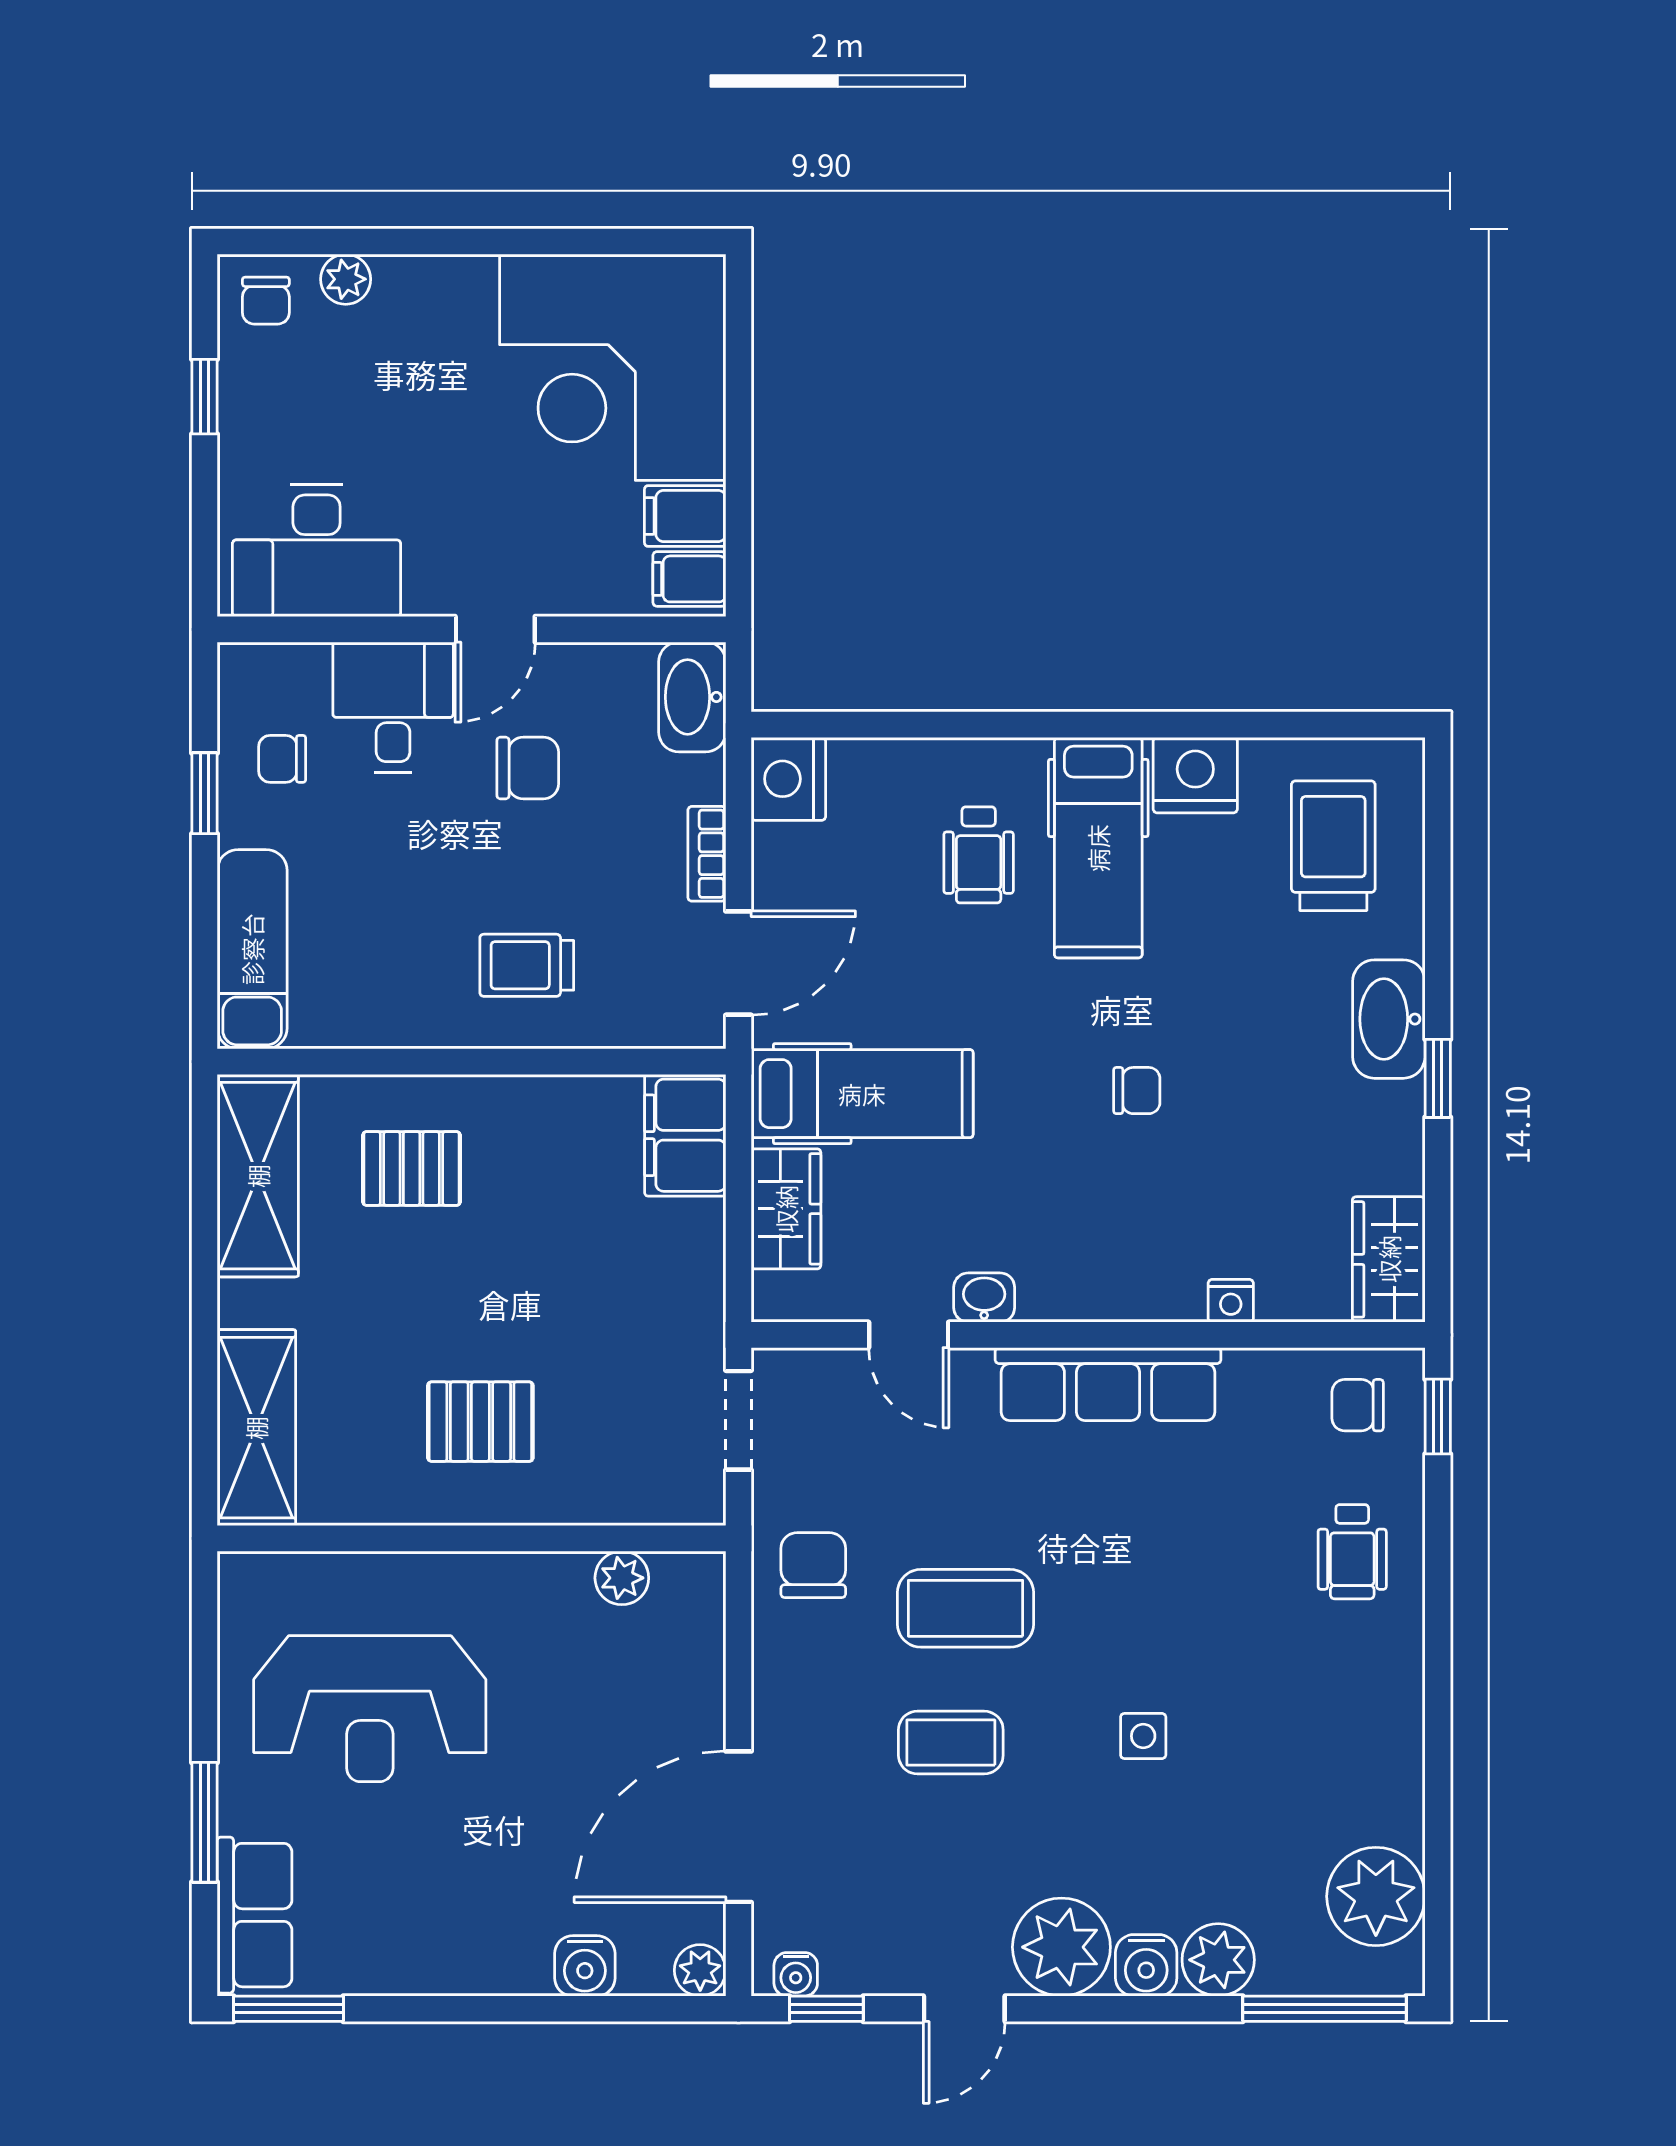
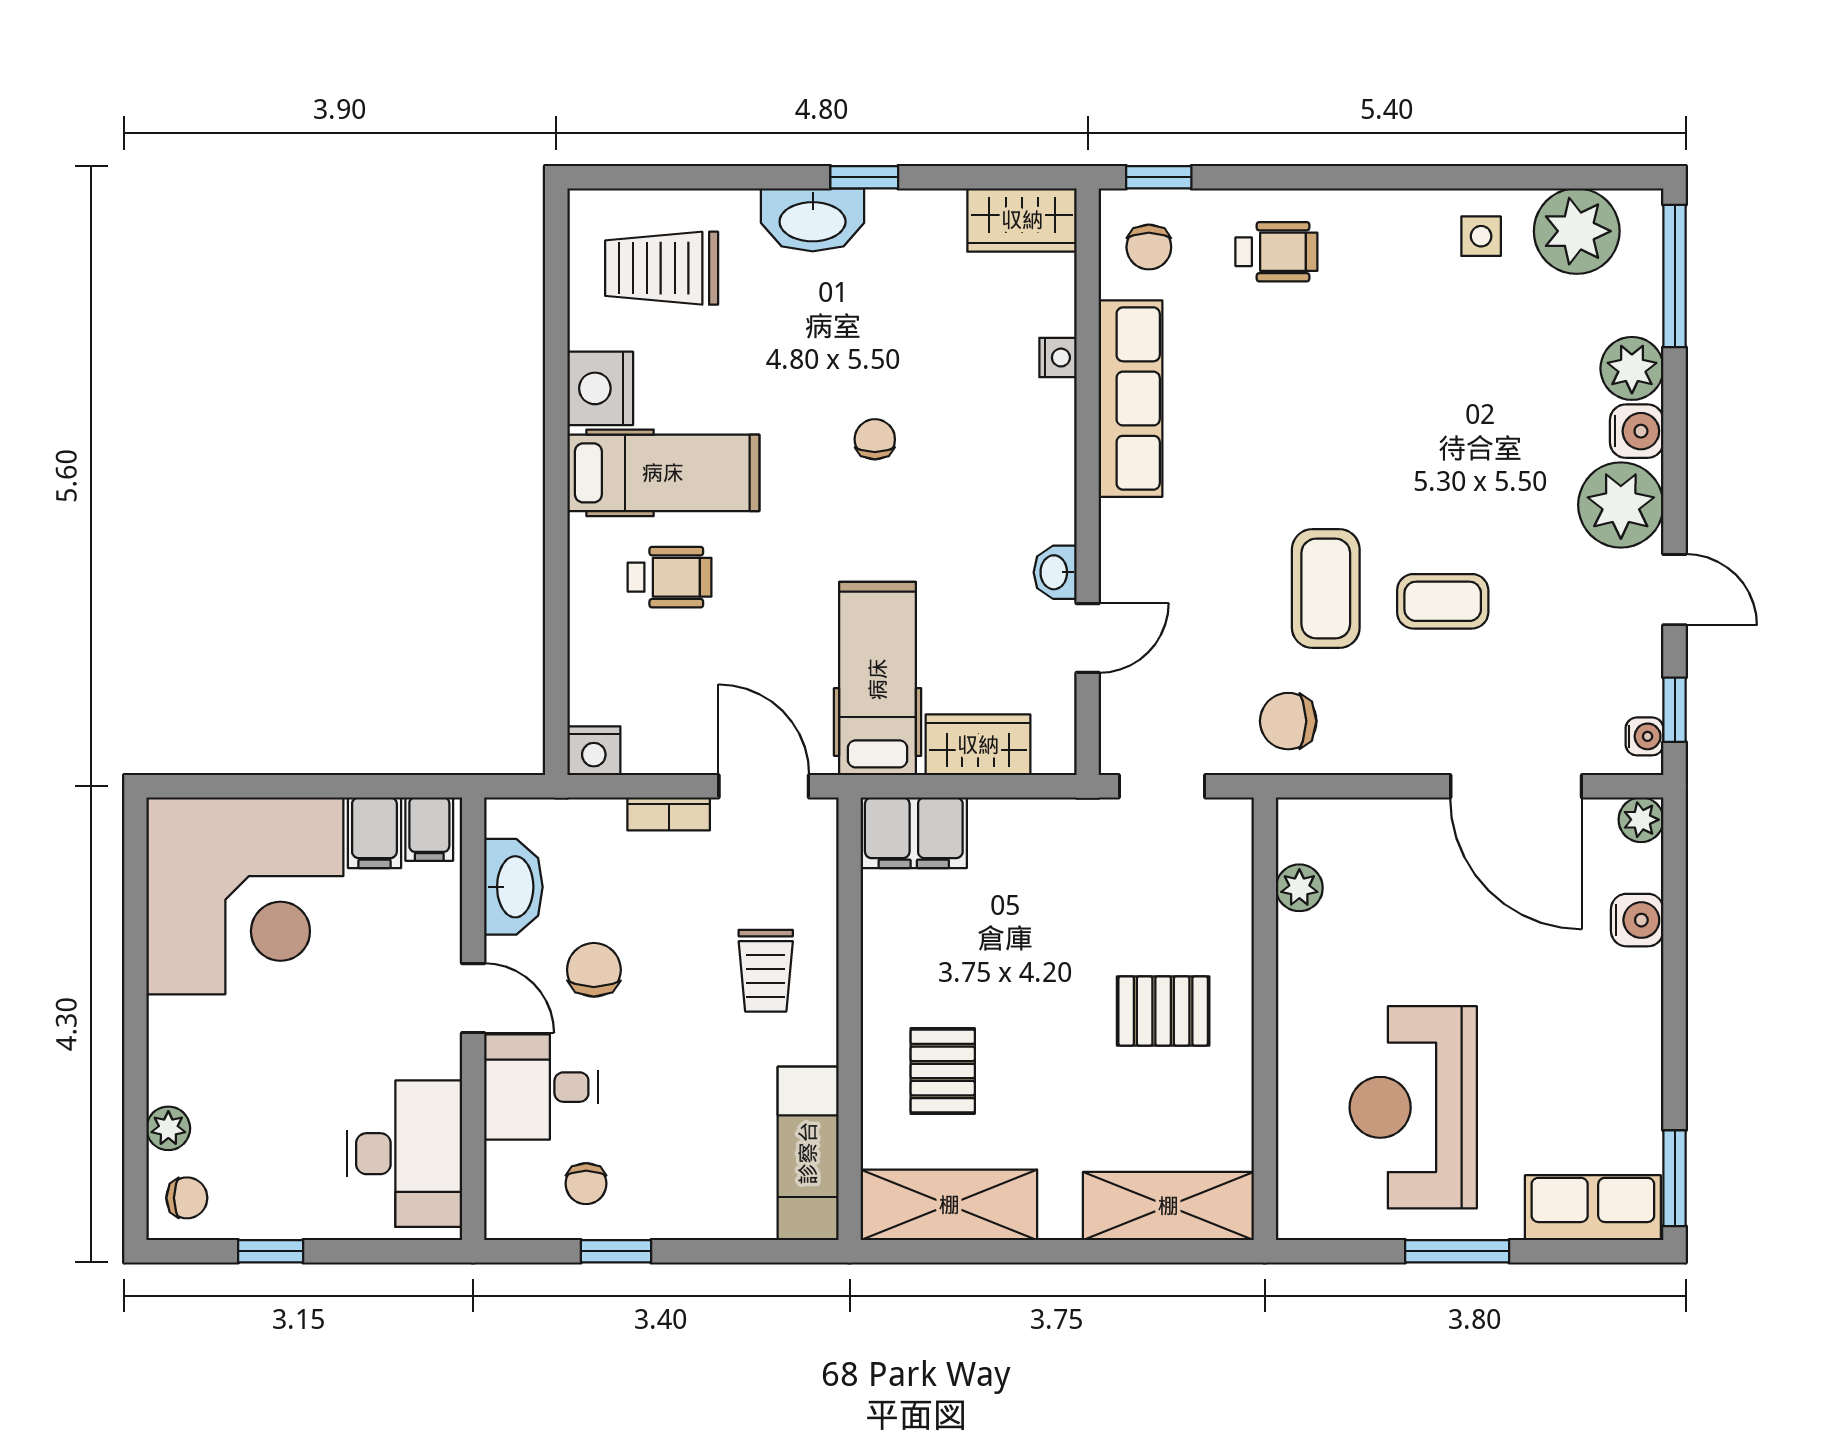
washbasin: (692, 697) -> (513, 887), moved, turned -90
nightstand: (788, 779) -> (594, 751), width x0.74, depth x0.75
exam couch: (252, 949) -> (808, 1153), moved, turned -90
row of seats: (1108, 1384) -> (1131, 399), moved
pallet: (480, 1422) -> (1163, 1011), turned 90
reception desk: (370, 1709) -> (1413, 1107), turned 180
side table: (1143, 1736) -> (1481, 236), moved
coffee table: (951, 1743) -> (1443, 601), turned 90
window: (205, 1822) -> (1457, 1251), moved

